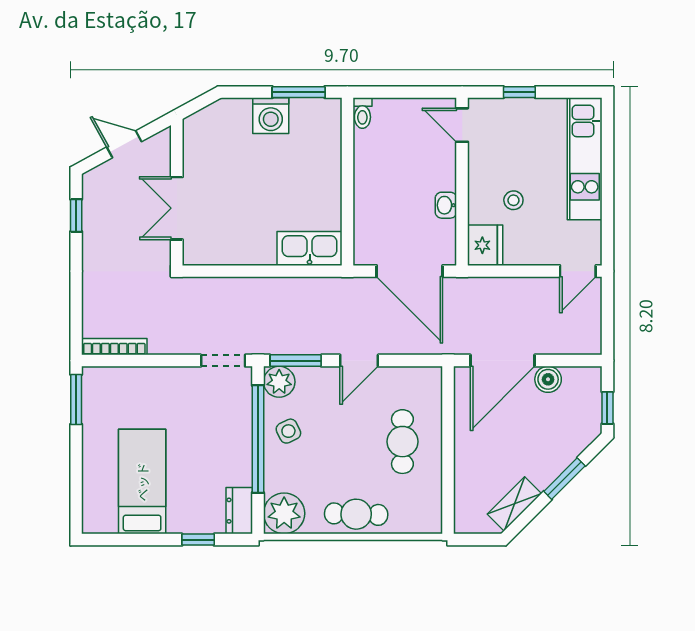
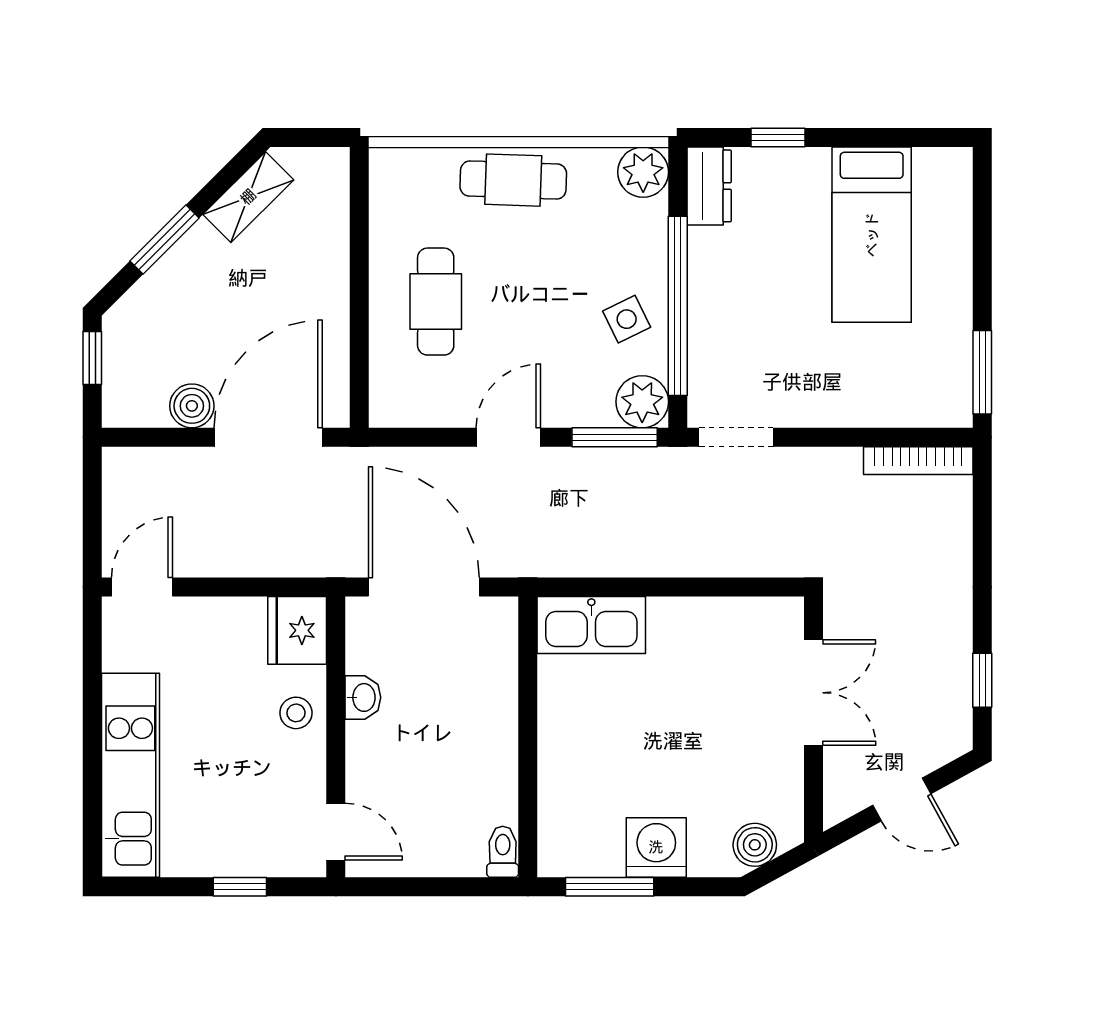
boiler: (212, 117) -> (755, 845), added
stool: (513, 200) -> (296, 713), moved
plant: (284, 513) -> (643, 172), width x0.73, depth x0.73

